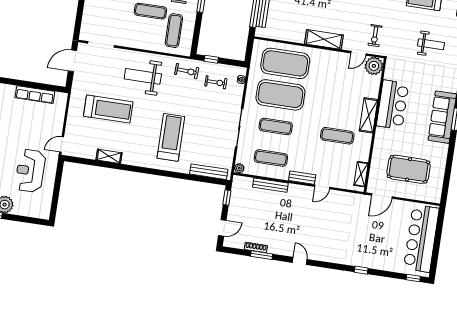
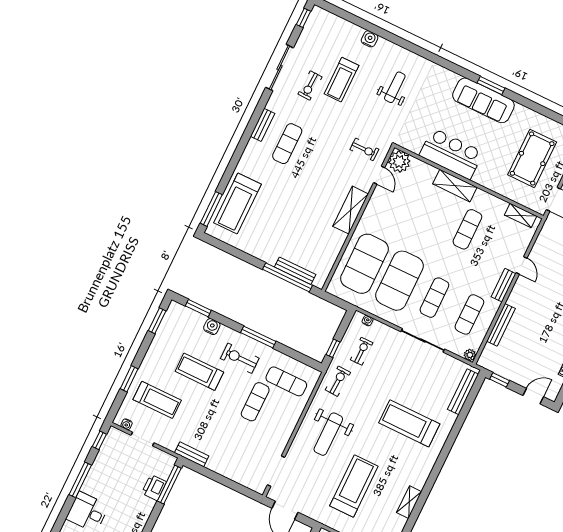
door: (222, 228) -> (533, 396), hinge flipped

